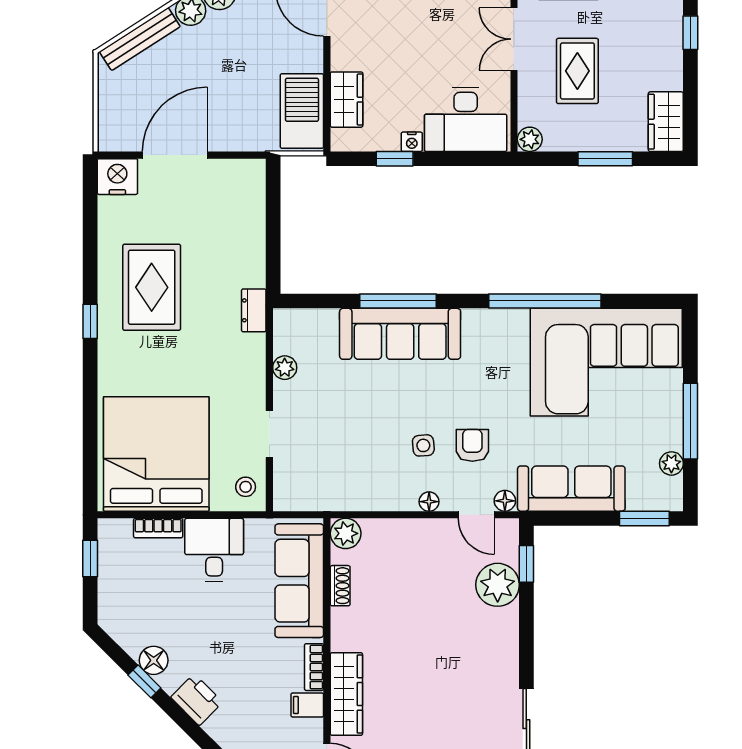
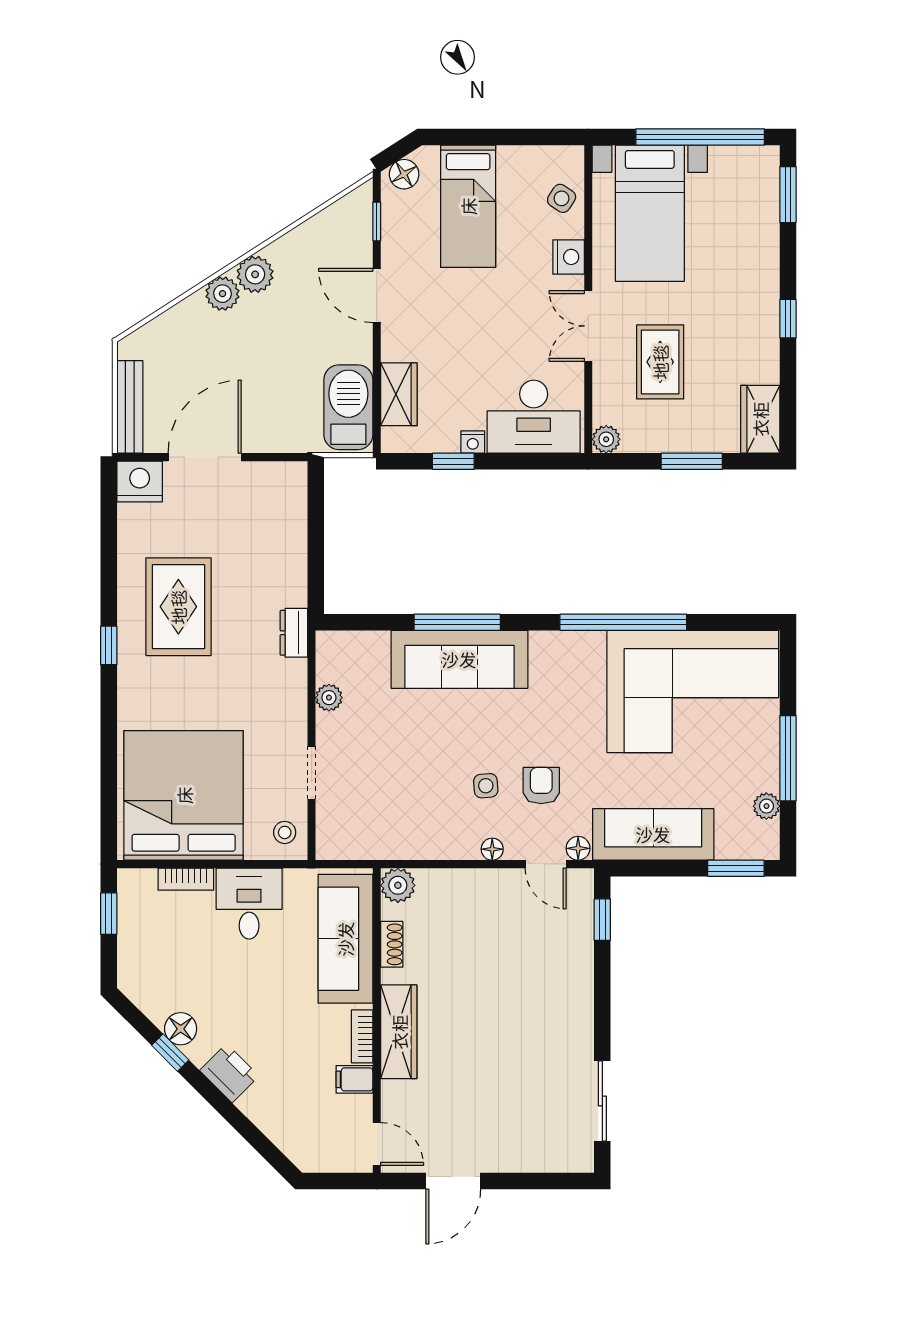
bench: (140, 39) -> (130, 407), moved, turned -57
plant: (498, 585) -> (570, 943), removed
wardrobe: (346, 694) -> (399, 1032), moved

